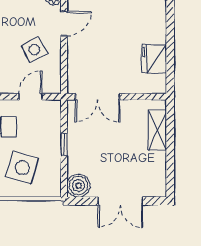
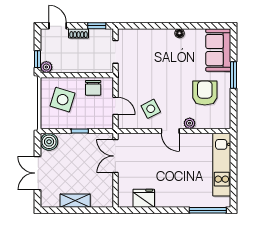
shelving: (157, 130) -> (75, 201), moved

